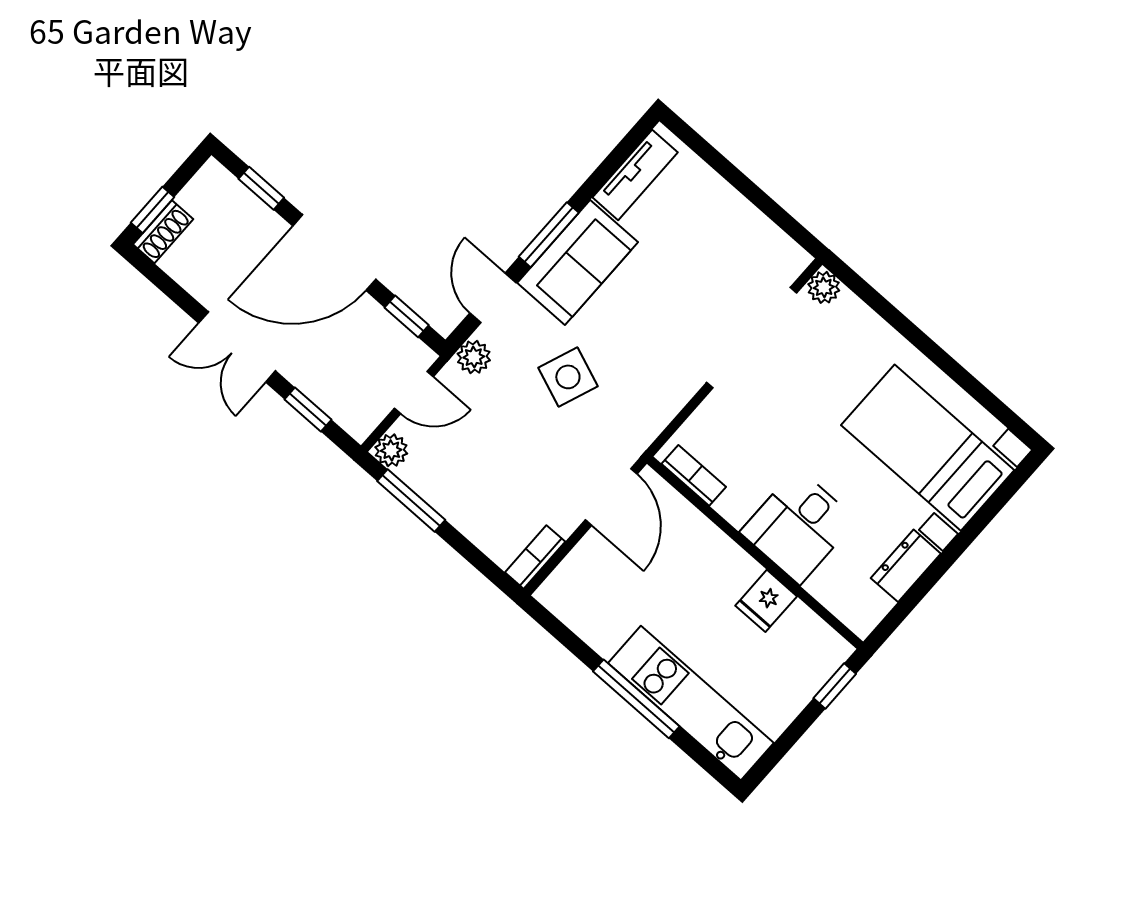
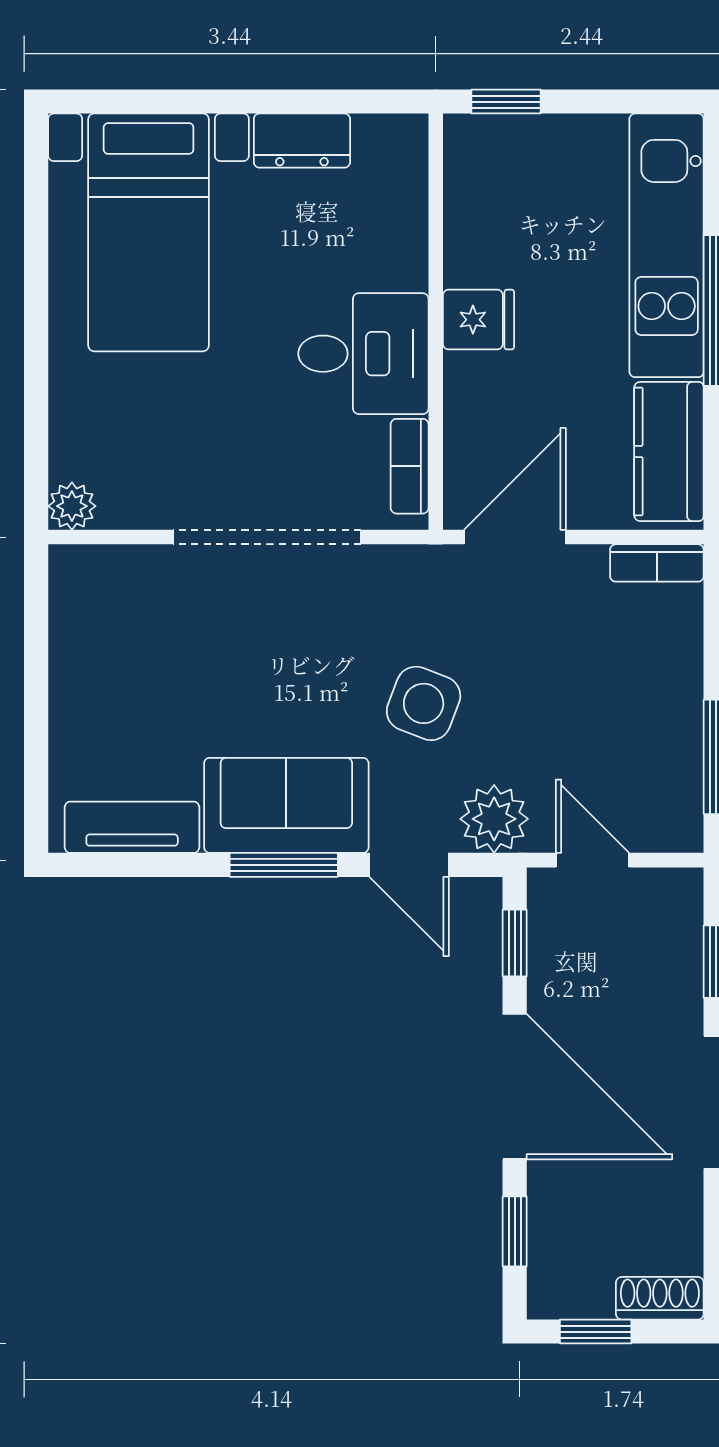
window: (153, 210) -> (596, 1332), moved
door: (493, 298) -> (409, 865), hinge flipped
doorway: (752, 338) -> (267, 537), moved
plant: (474, 357) -> (494, 819), width x1.38, depth x1.38
plant: (391, 450) -> (679, 829), removed
desk: (798, 526) -> (363, 354), moved
fridge: (766, 601) -> (479, 320), moved
kitchen counter: (586, 613) -> (669, 452), added

